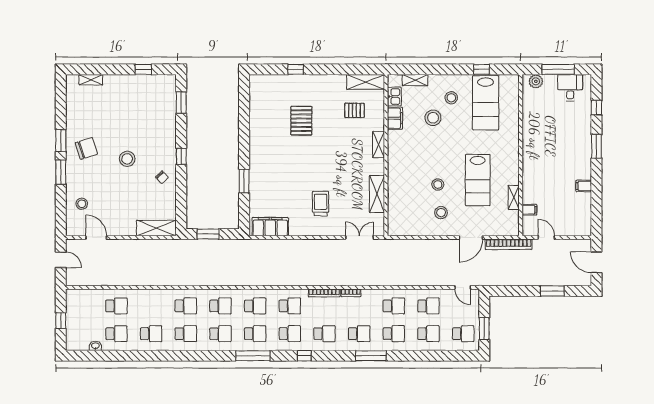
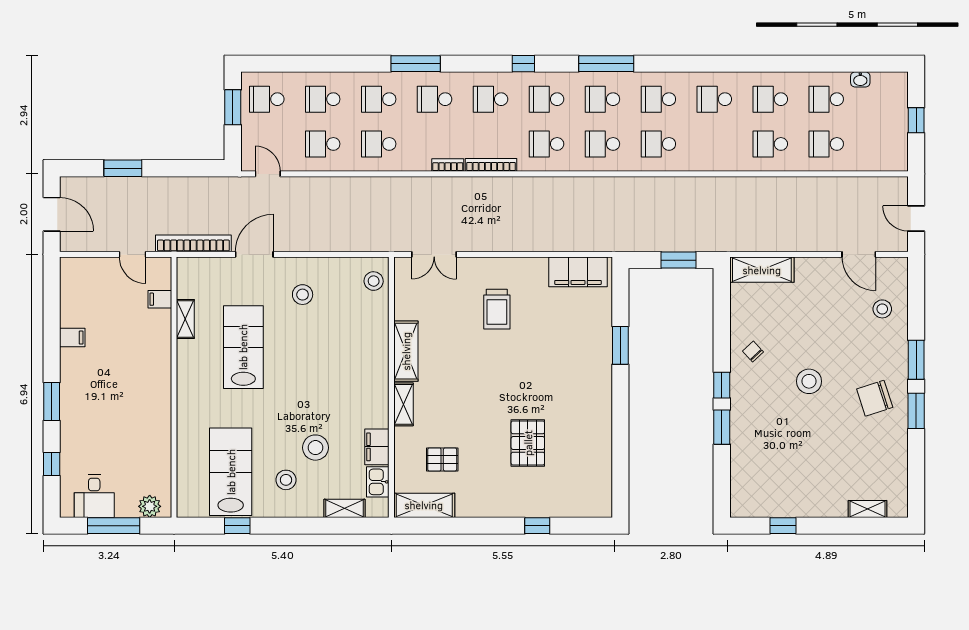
window: (181, 103) -> (722, 427), moved
stool: (438, 184) -> (374, 281), moved
shelving: (377, 194) -> (406, 351), moved
school desk: (186, 306) -> (770, 144), moved

